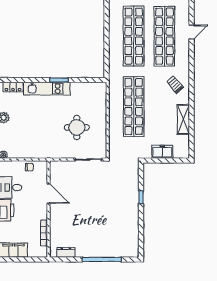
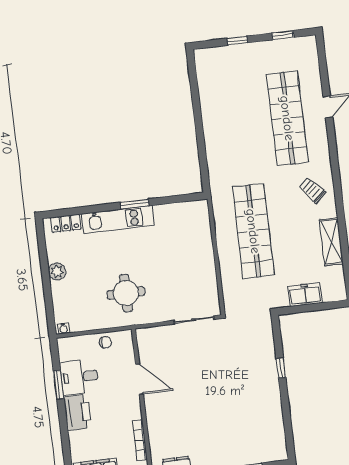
shop shelf: (134, 36) -> (241, 124), removed
round table: (77, 127) -> (126, 293), moved

